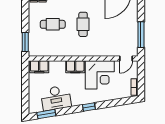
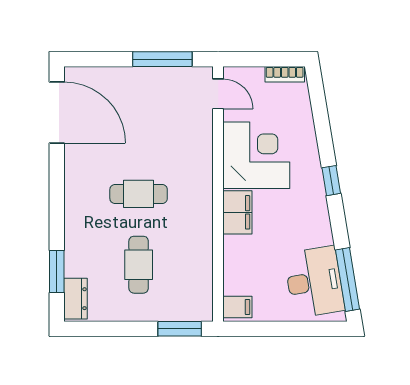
filing cabinet: (39, 67) -> (237, 307), width x0.50
desk: (56, 98) -> (314, 282), moved
window: (46, 114) -> (348, 280), width x1.44

